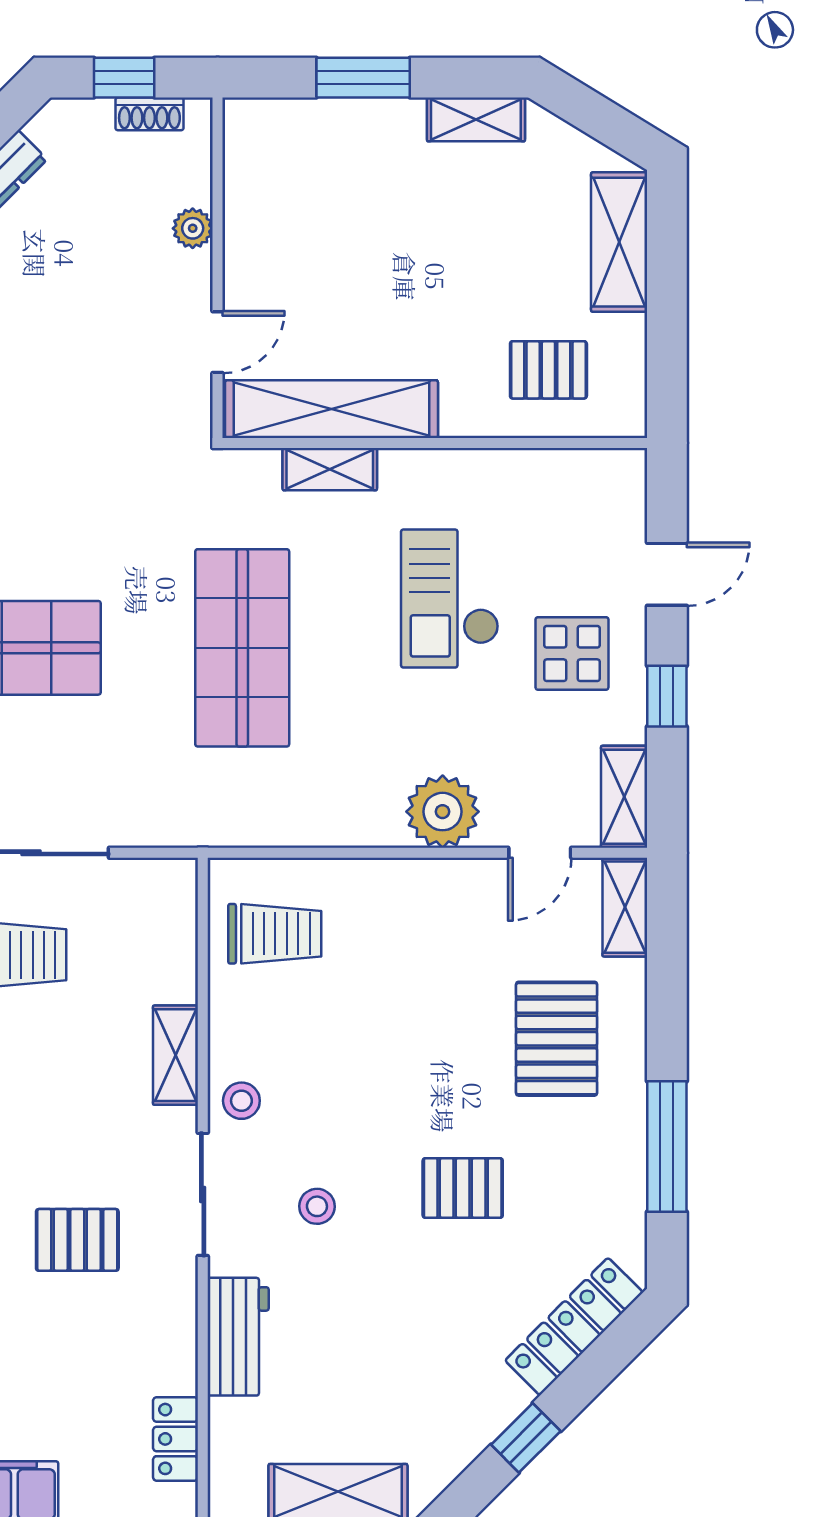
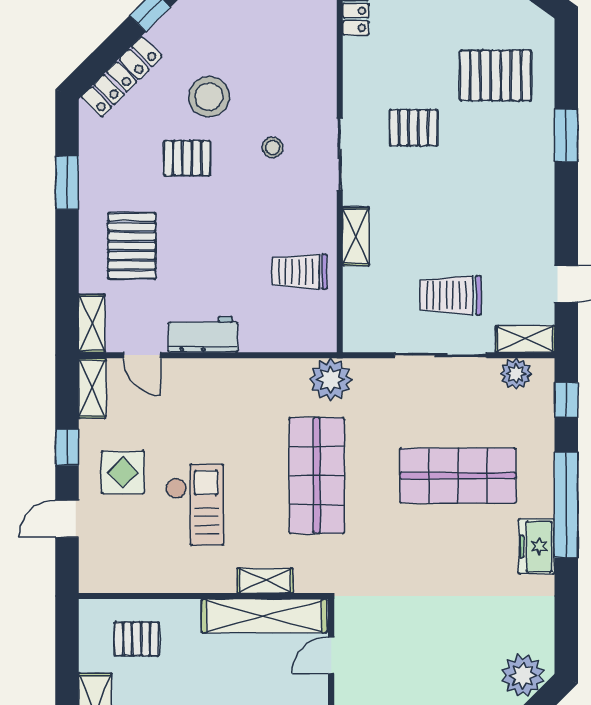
plant: (443, 812) -> (330, 379), moved
door: (540, 853) -> (142, 355), swing flipped
trolley: (275, 934) -> (299, 272), moved
stool: (241, 1101) -> (209, 97), moved, width x1.89, depth x1.89
window: (667, 1146) -> (67, 183), width x0.69
workbench: (238, 1337) -> (203, 334), moved, turned 90

